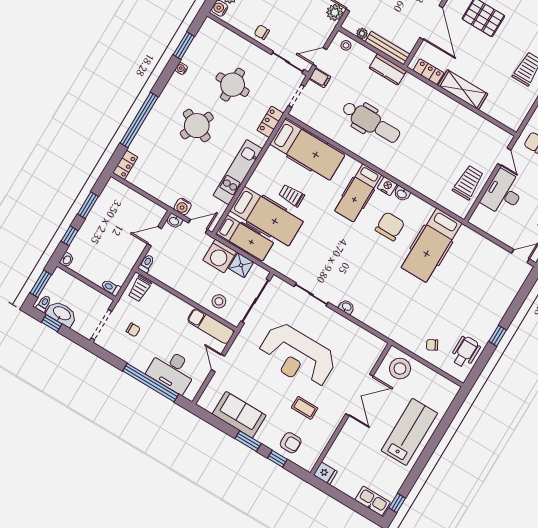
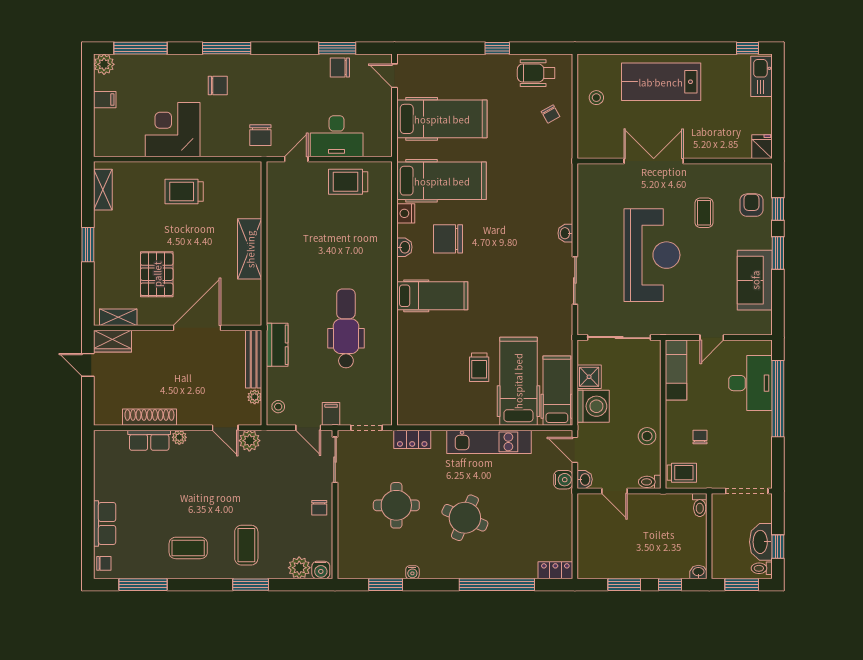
locker: (428, 72) -> (253, 299), removed
hospital bed: (307, 150) -> (442, 119), moved, turned 90
nightstand: (387, 186) -> (406, 213), moved
stool: (219, 301) -> (647, 436), moved
chair: (133, 330) -> (700, 437), moved
stool: (400, 369) -> (596, 98), moved, width x0.53, depth x0.53

